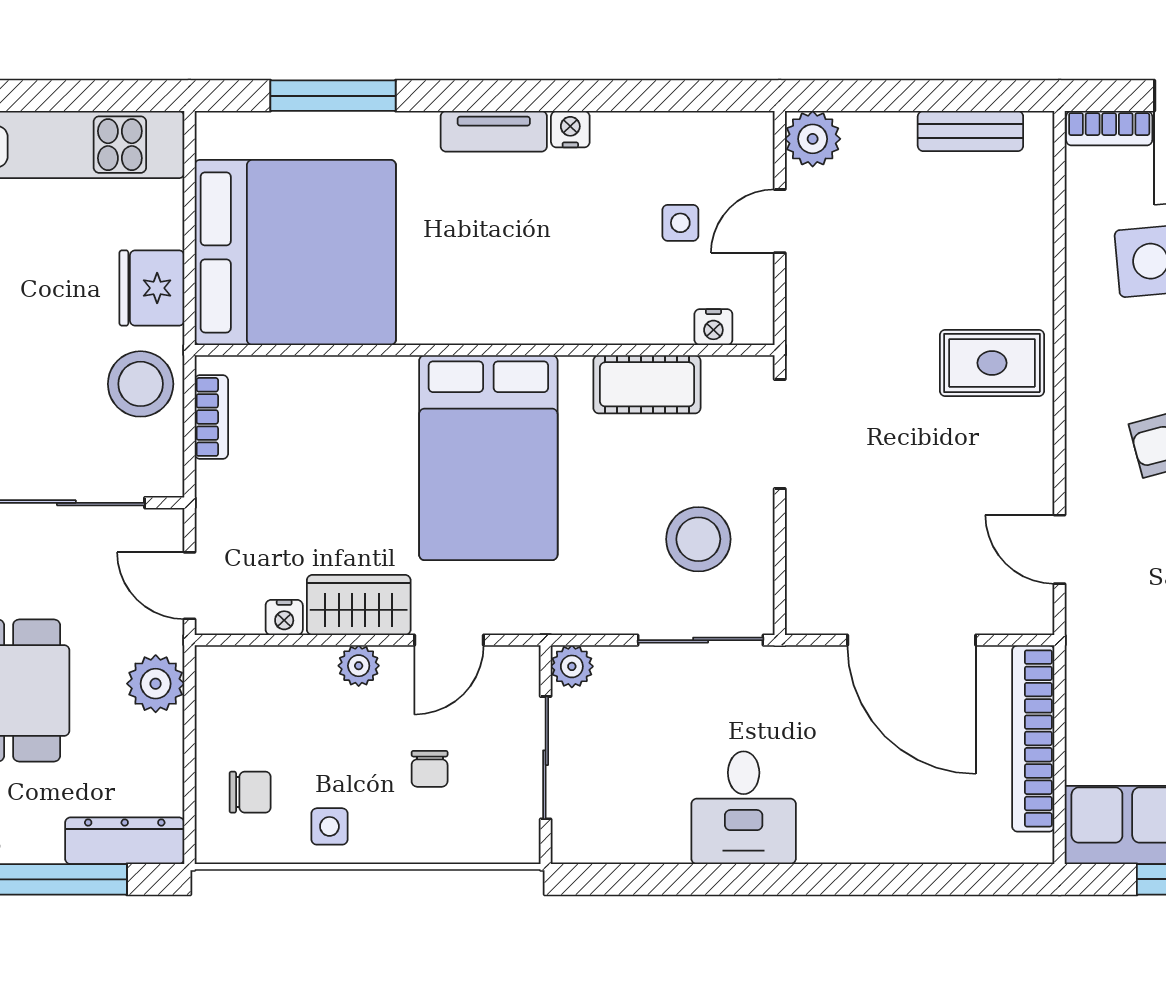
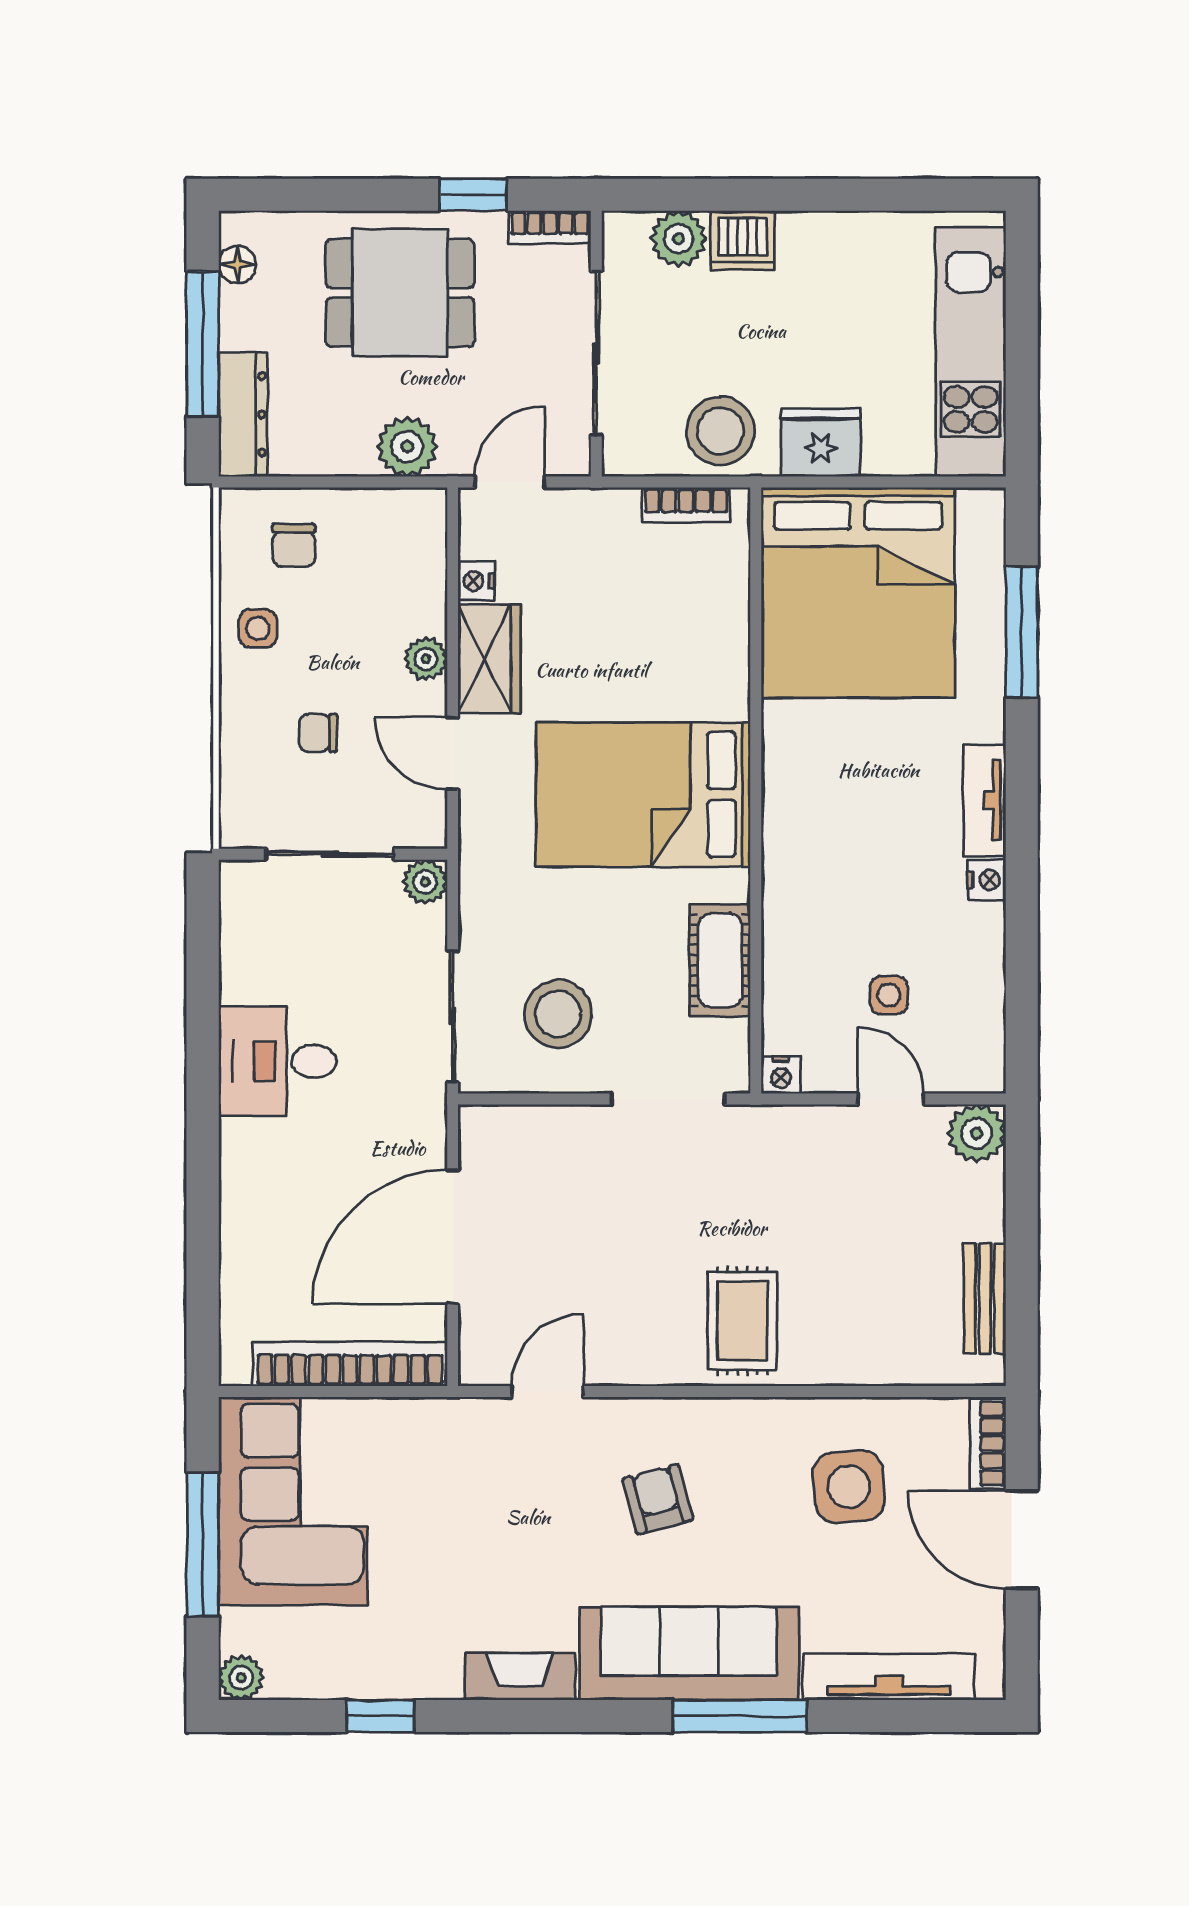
nightstand: (713, 327) -> (781, 1075), moved, turned -90

